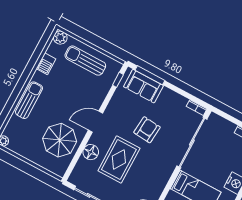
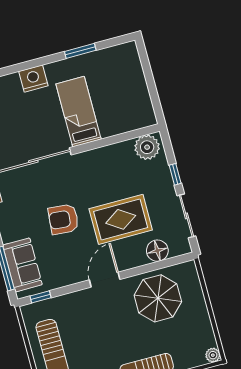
door: (95, 122) -> (105, 280), swing flipped
floor lamp: (91, 152) -> (157, 251), moved

